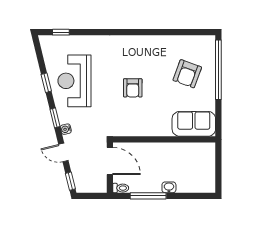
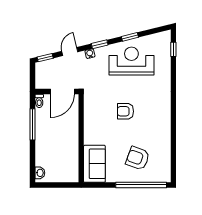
washbasin: (169, 187) -> (40, 173), moved

